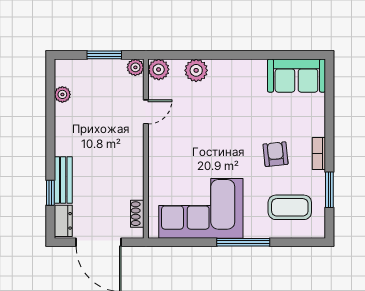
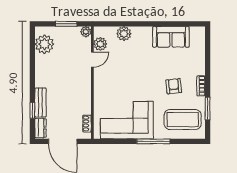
plant: (159, 69) -> (100, 44), moved
sofa: (296, 76) -> (171, 37), moved
plant: (62, 94) -> (44, 44), width x1.87, depth x1.87
coffee table: (290, 207) -> (183, 120), width x1.36, depth x1.32

